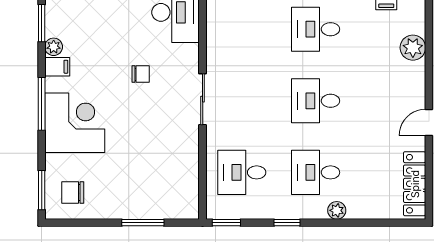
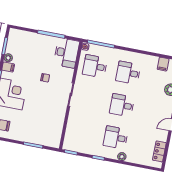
desk: (242, 172) -> (95, 66), moved
locker: (415, 184) -> (159, 151), width x0.66

